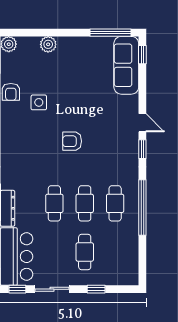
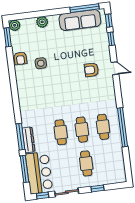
sofa: (126, 65) -> (80, 20), moved, turned -90
armchair: (72, 141) -> (91, 70), moved
window: (142, 149) -> (111, 39), moved

